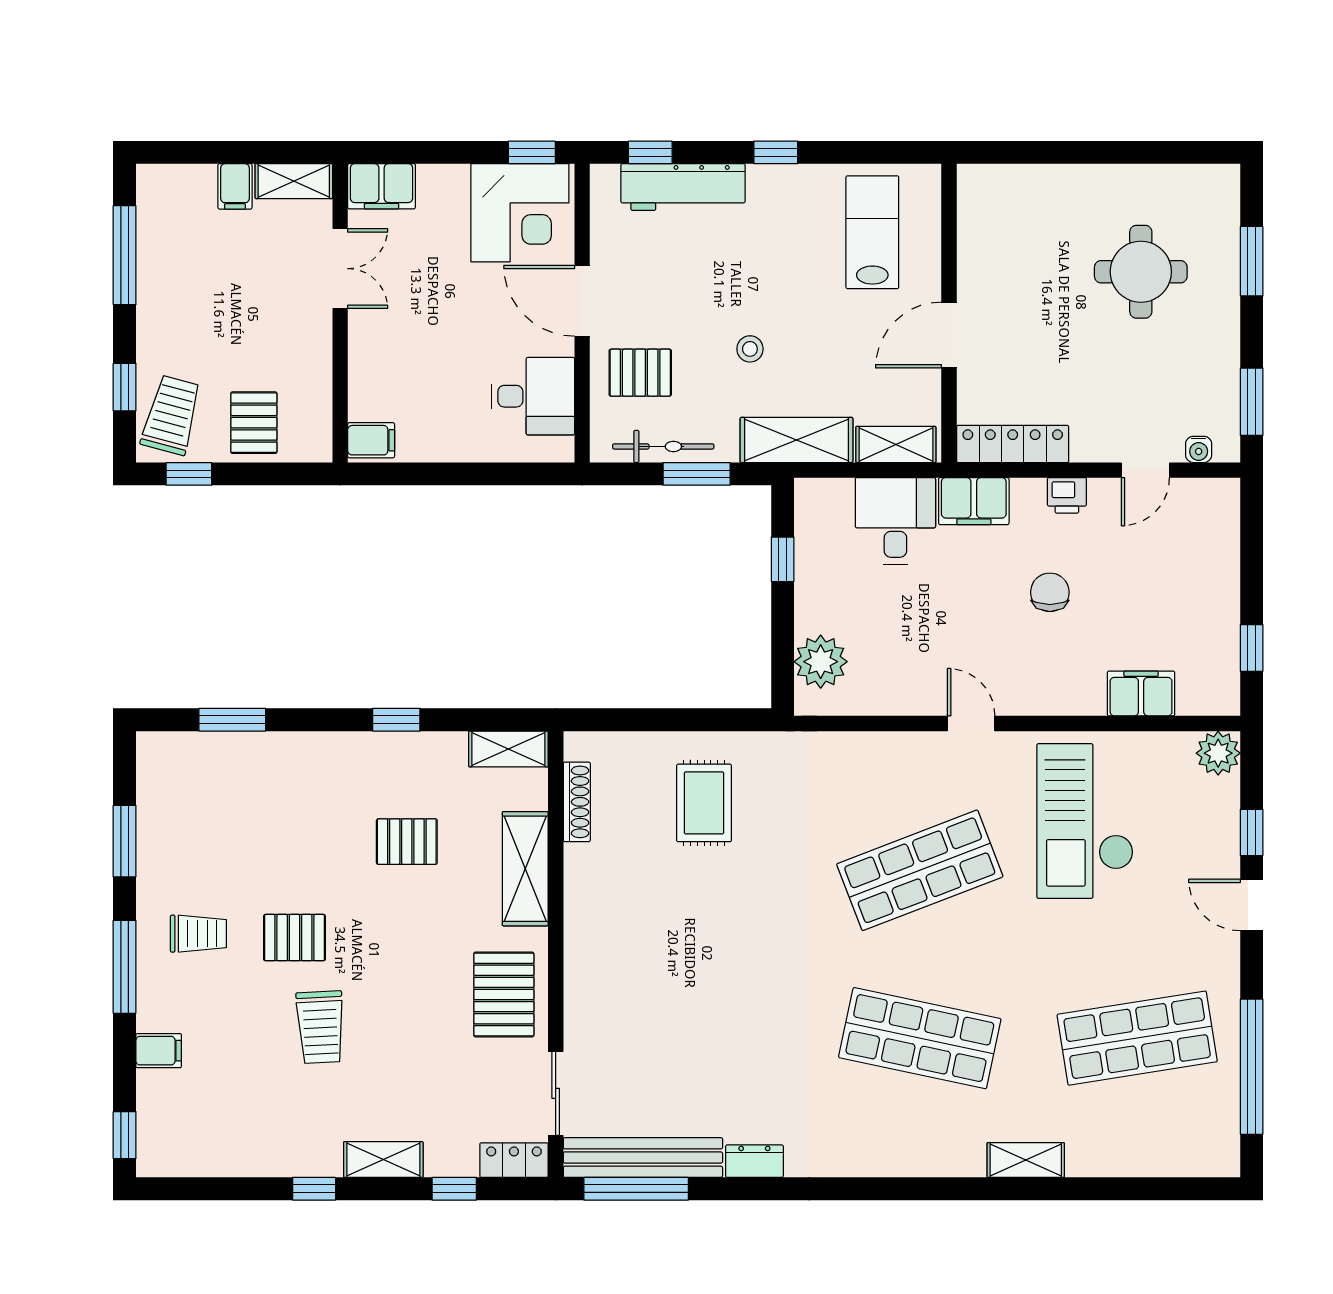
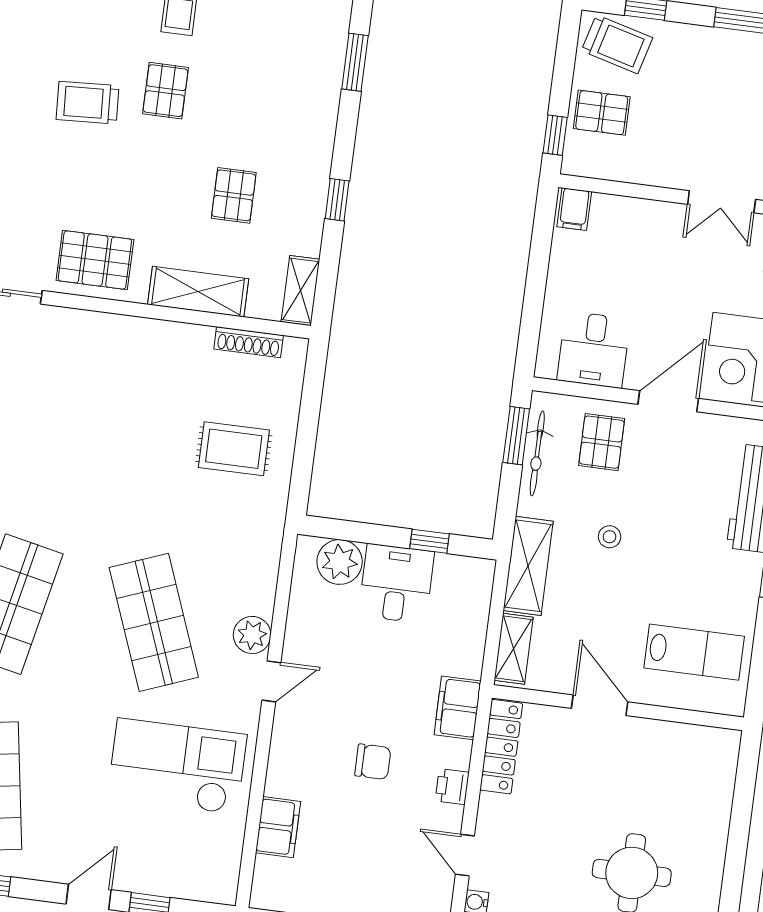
window: (189, 474) -> (555, 135), moved
window: (697, 474) -> (516, 436), moved
desk: (895, 521) -> (396, 583), moved, turned -90
plant: (1218, 753) -> (252, 635), moved

